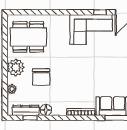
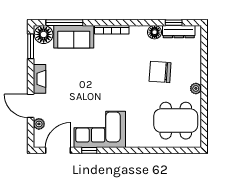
plant: (16, 67) -> (196, 88), width x0.53, depth x0.53
chair: (41, 77) -> (160, 72), turned -86
plant: (12, 89) -> (196, 58), removed

